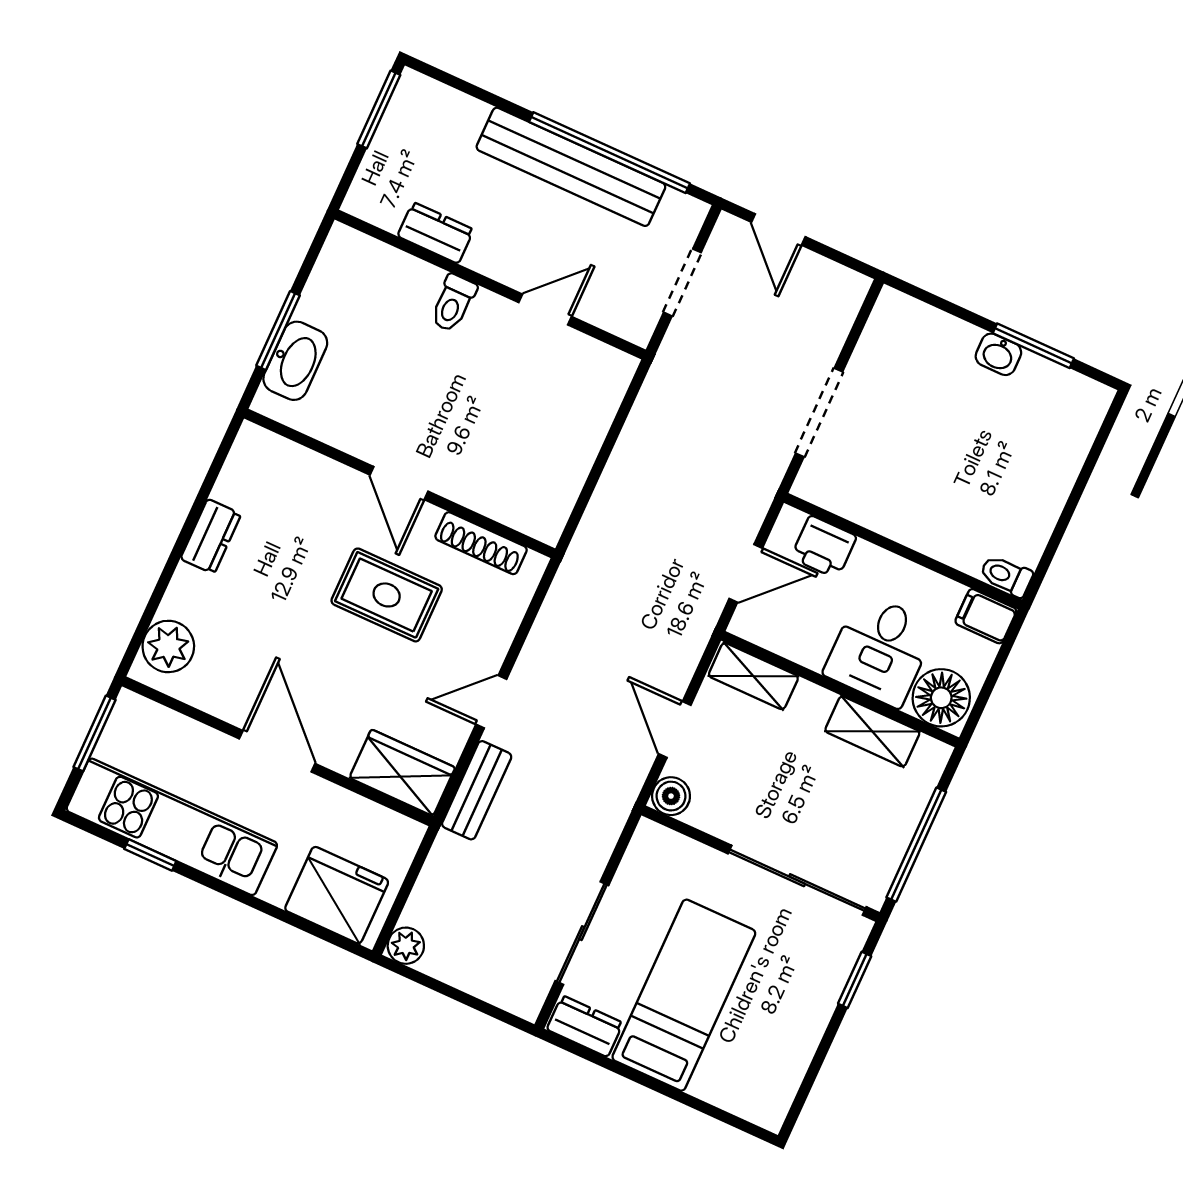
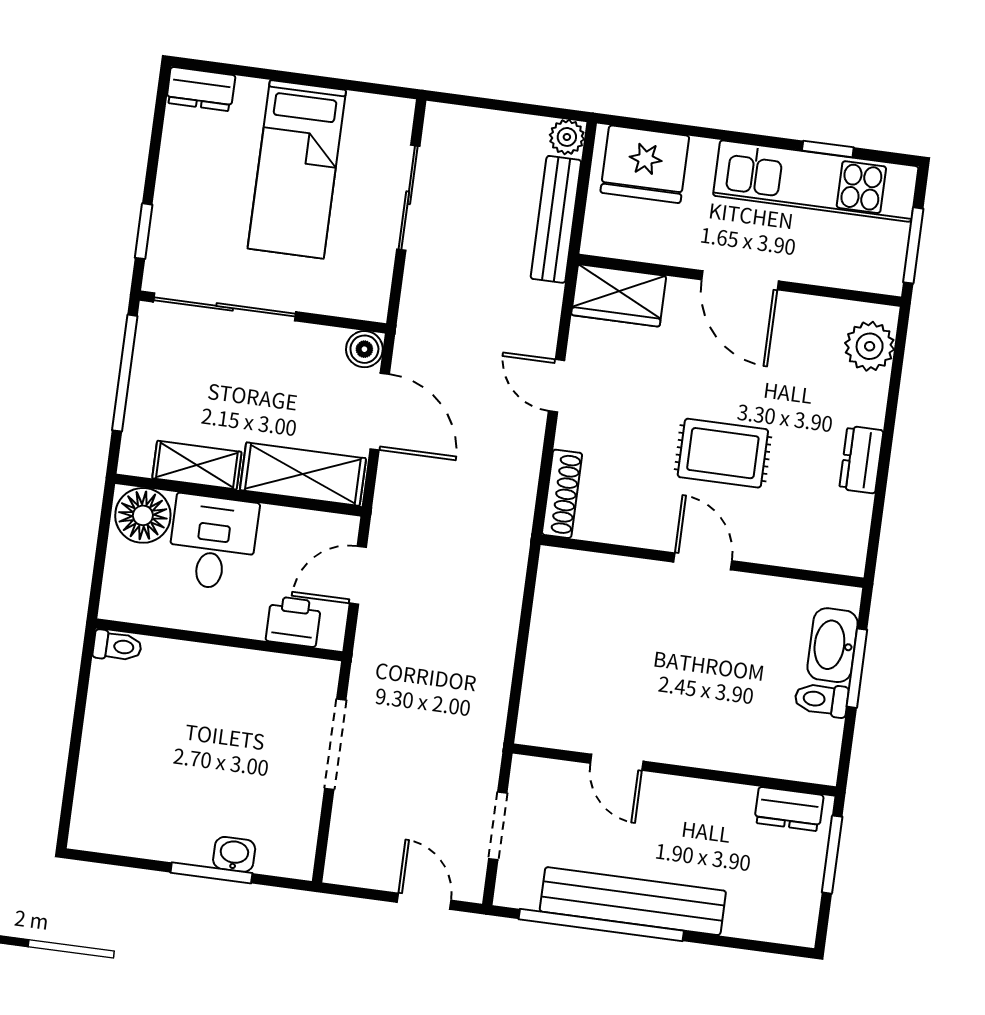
window: (379, 109) -> (832, 855), moved
dresser: (436, 233) -> (789, 809), moved
toilet: (453, 303) -> (821, 700), moved, turned -90
door: (545, 310) -> (617, 762), hinge flipped
window: (1033, 346) -> (211, 873), moved
washbasin: (998, 354) -> (234, 854), moved
shoe rack: (481, 543) -> (562, 494), moved, turned 90
rug: (387, 595) -> (723, 453), moved
filing cabinet: (986, 616) -> (125, 603), removed
shelving: (753, 676) -> (303, 474), width x1.50, depth x1.33
door: (491, 702) -> (556, 386), swing flipped
door: (675, 730) -> (380, 412), width x1.38
bench: (477, 790) -> (556, 219), moved, width x1.36
dresser: (585, 1026) -> (201, 89), moved

